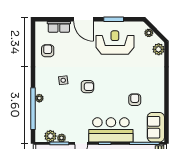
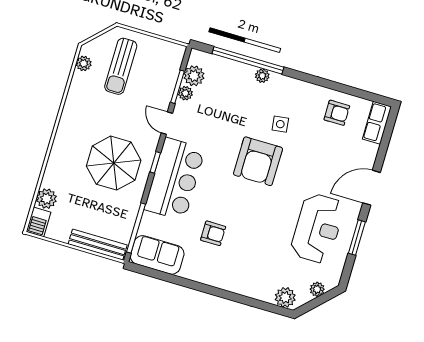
row of seats: (59, 27) -> (377, 123), moved
armchair: (87, 87) -> (258, 161), width x1.88, depth x1.88

